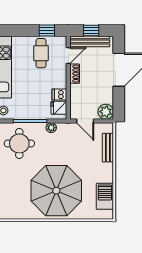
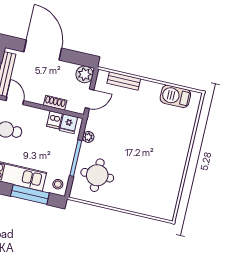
shoe rack: (75, 74) -> (55, 103), moved
parasol: (56, 191) -> (157, 147), removed

